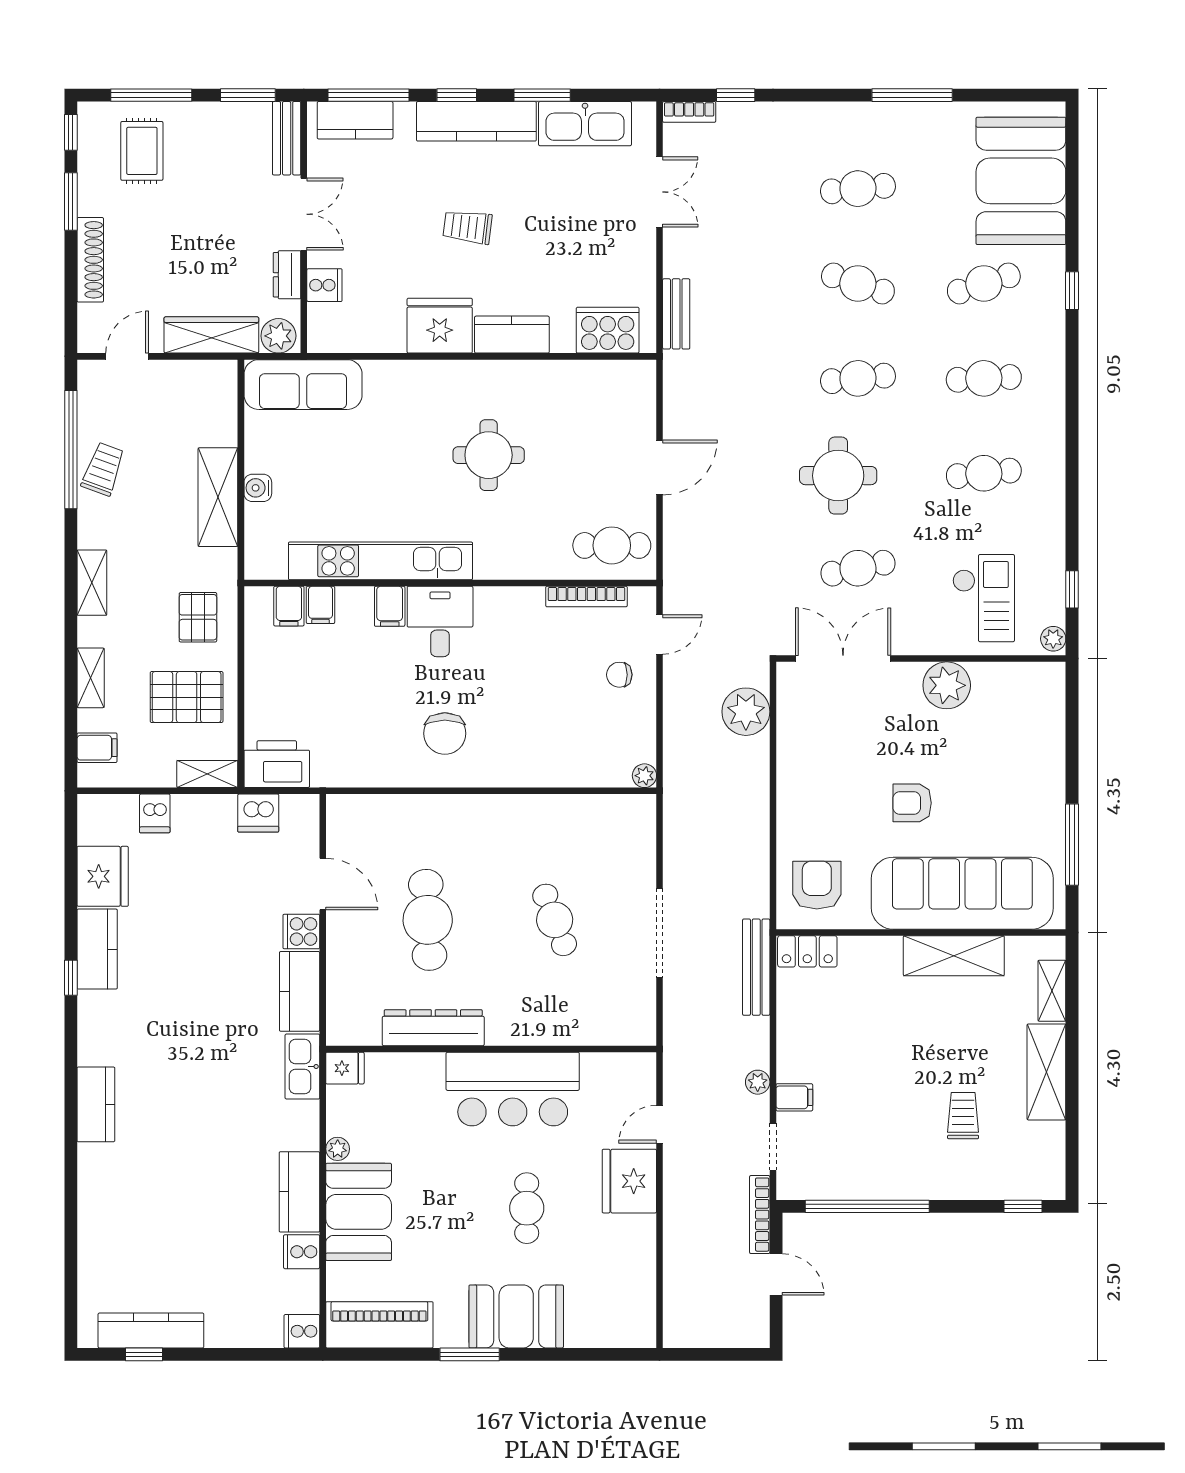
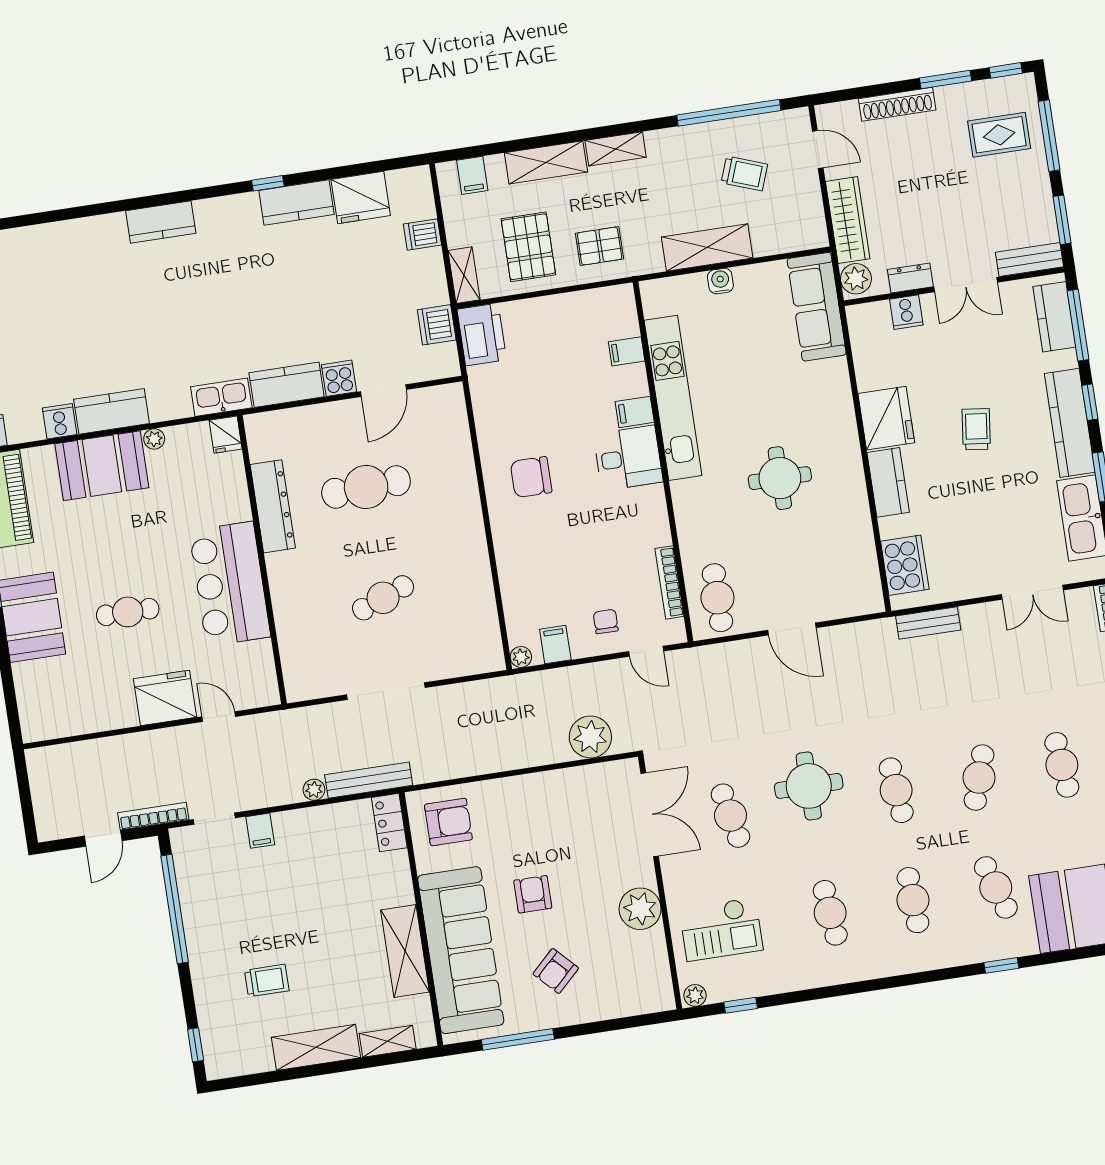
trolley: (103, 469) -> (744, 173), moved
filing cabinet: (289, 606) -> (555, 645), moved, turned 90
shelving: (91, 678) -> (546, 162), width x1.50, depth x1.33
armchair: (1002, 790) -> (556, 971), added
plant: (758, 1082) -> (314, 790), moved

